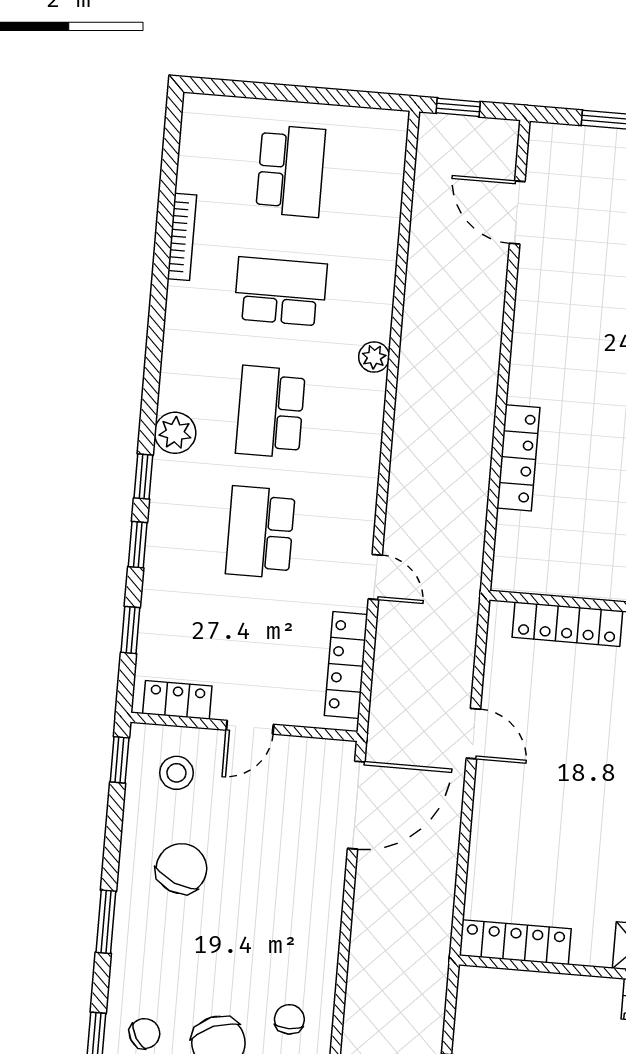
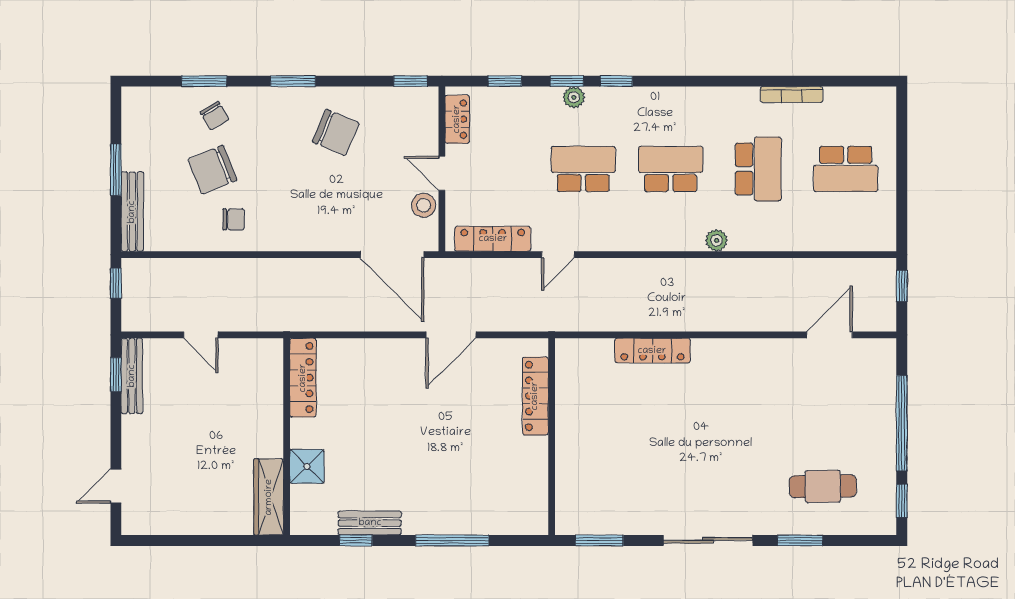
plant: (175, 433) -> (574, 97), moved, width x0.73, depth x0.73
door: (473, 734) -> (451, 335), width x1.38
stool: (176, 773) -> (424, 205), moved

